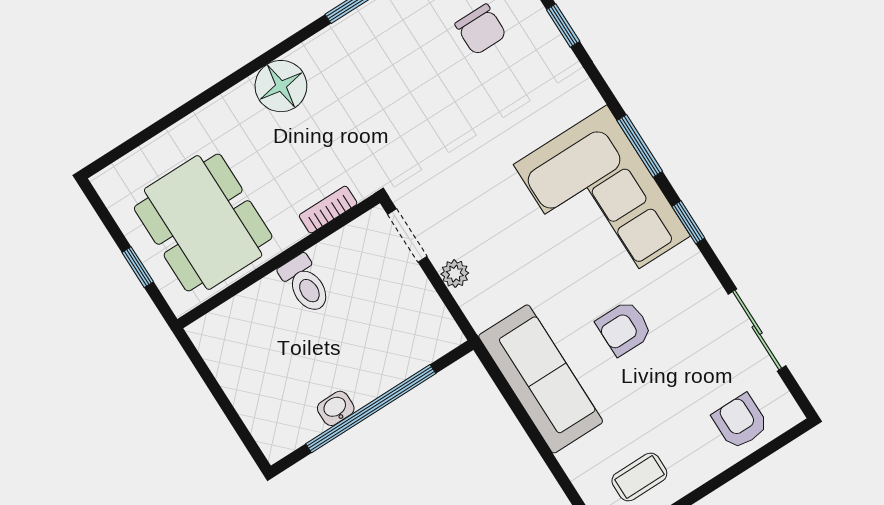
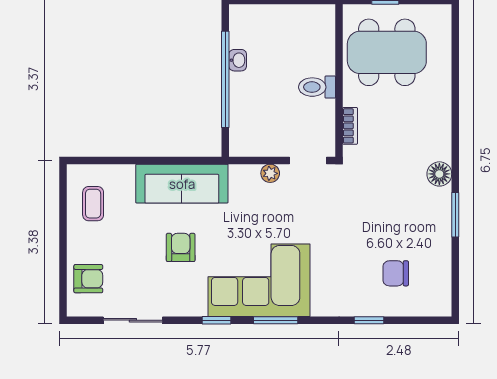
floor lamp: (281, 86) -> (439, 174), moved, width x0.73, depth x0.73

